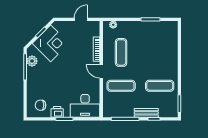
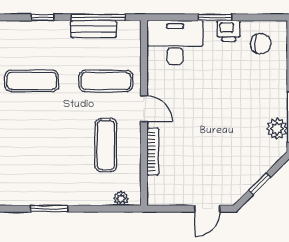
door: (81, 19) -> (207, 209), moved
corner desk: (51, 43) -> (241, 163), removed
bench: (146, 113) -> (94, 29), moved

